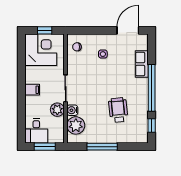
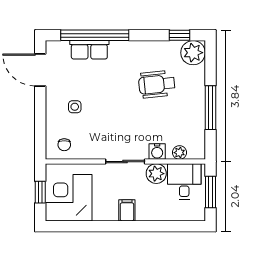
window: (152, 88) -> (95, 35), moved
plant: (76, 125) -> (179, 153), width x0.53, depth x0.53
desk: (36, 131) -> (184, 182), moved, turned -90
plant: (140, 135) -> (193, 53), added

